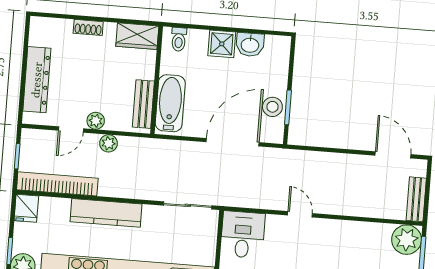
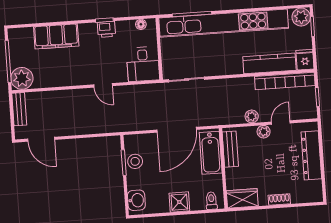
washbasin: (250, 45) -> (136, 200), moved, turned 90
door: (233, 142) -> (177, 130), moved
kitchen counter: (106, 213) -> (269, 63), moved

